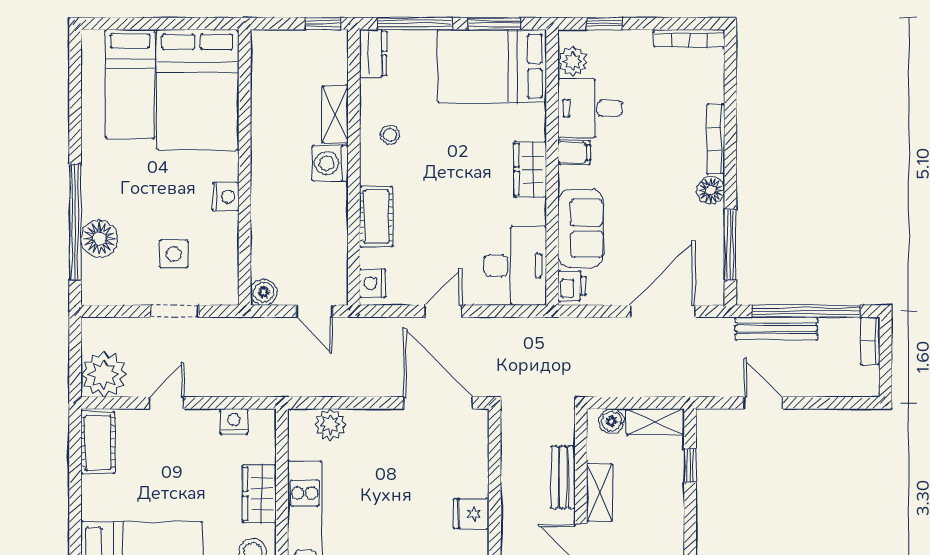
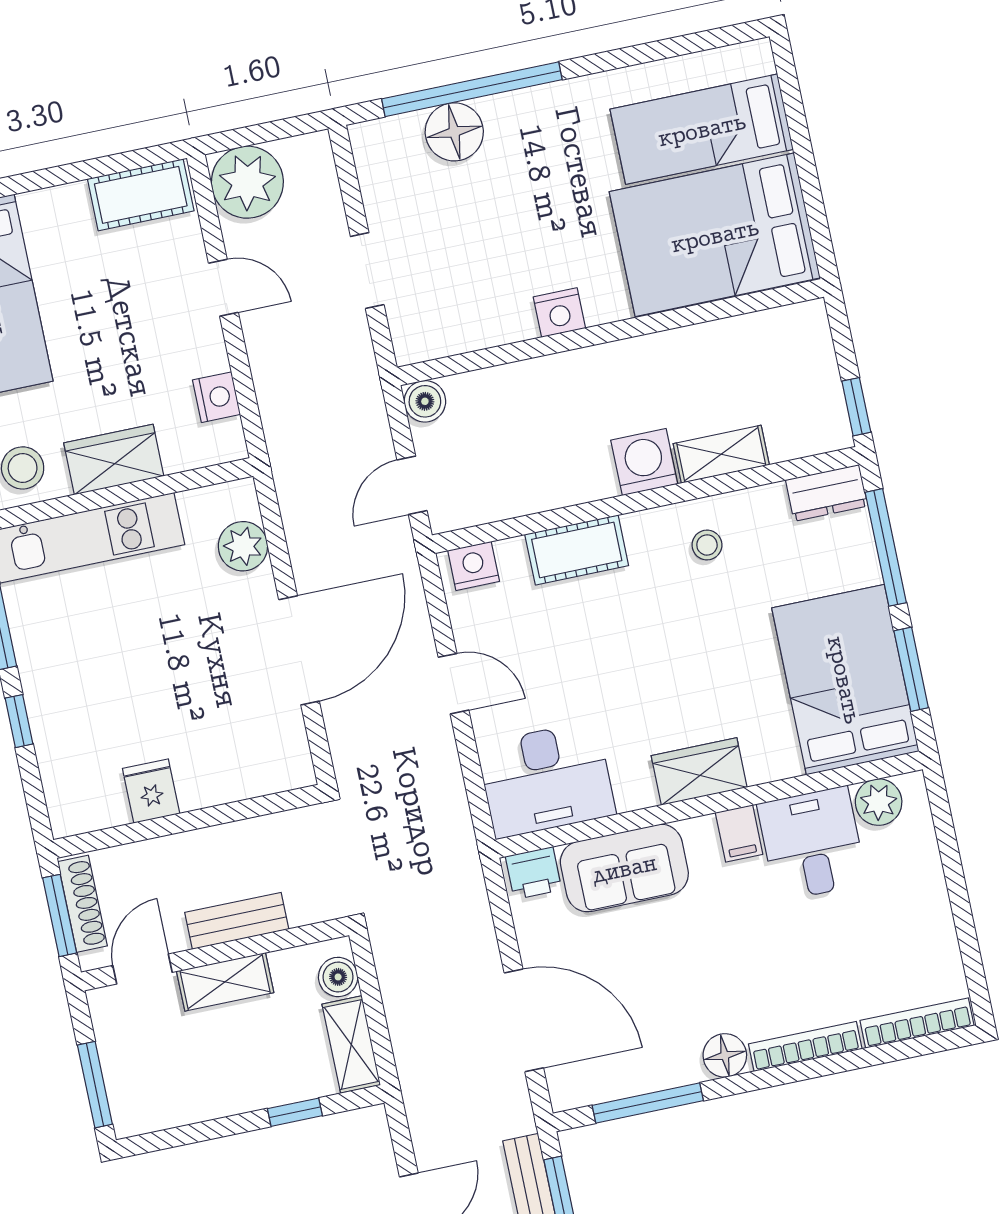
window: (604, 24) -> (947, 838), removed
bookcase: (689, 38) -> (917, 1023), moved, turned 90
side table: (174, 254) -> (455, 251), removed
door: (438, 403) -> (299, 650), moved

